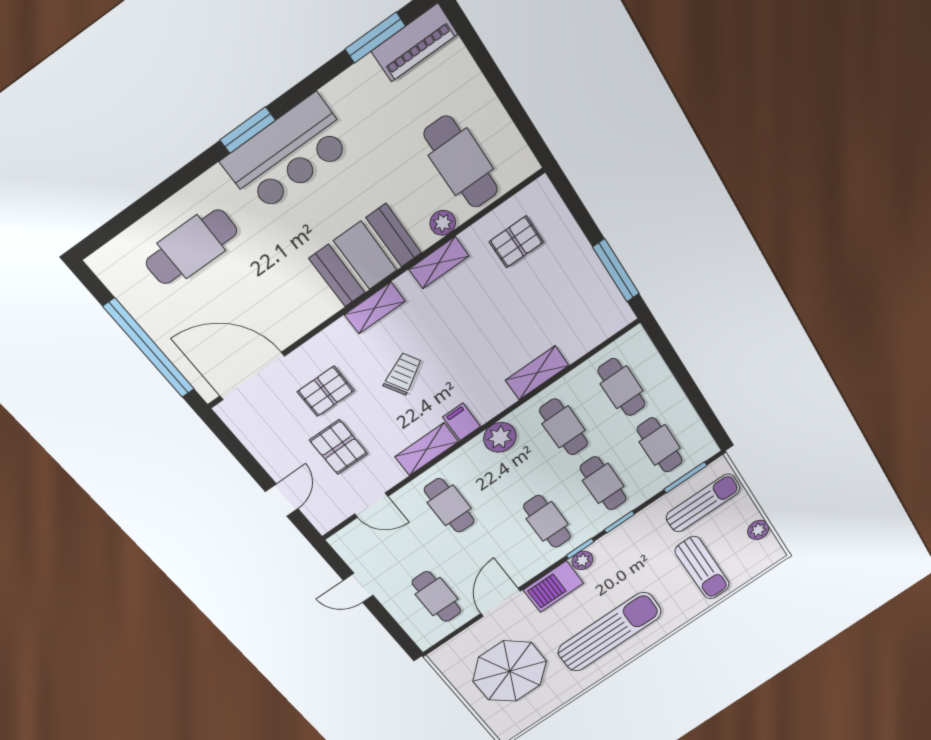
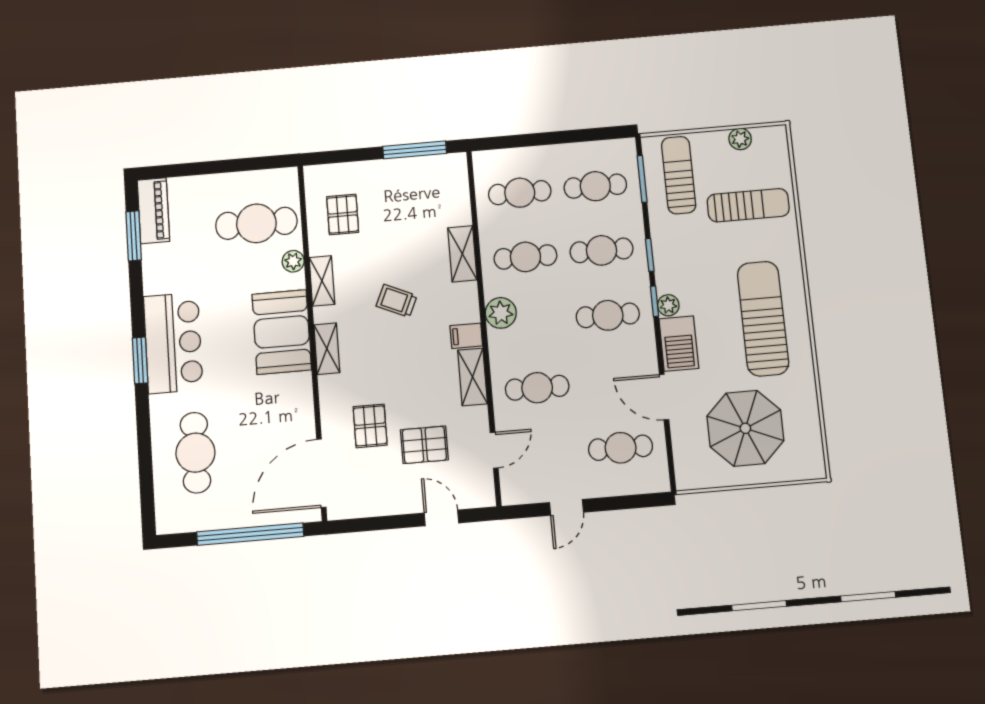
trolley: (403, 374) -> (396, 301), moved, turned -37

